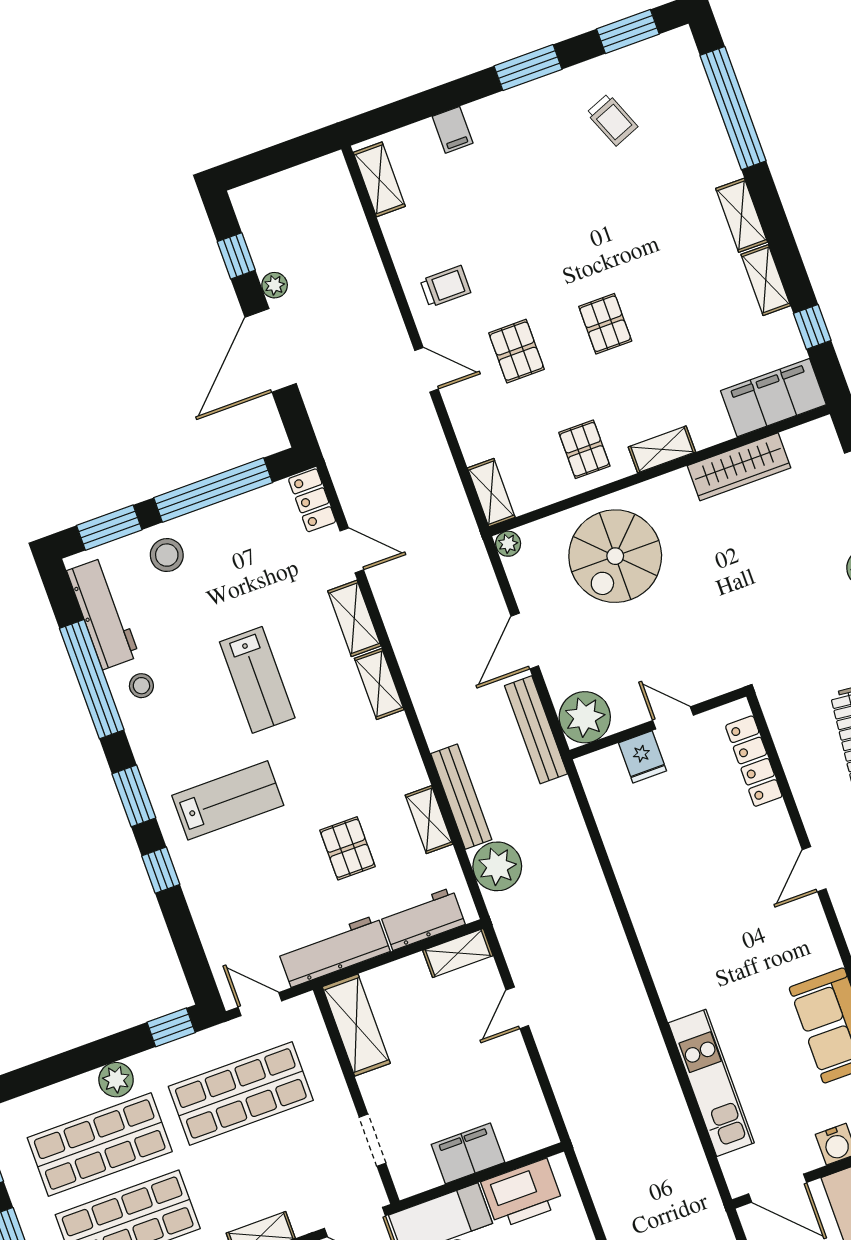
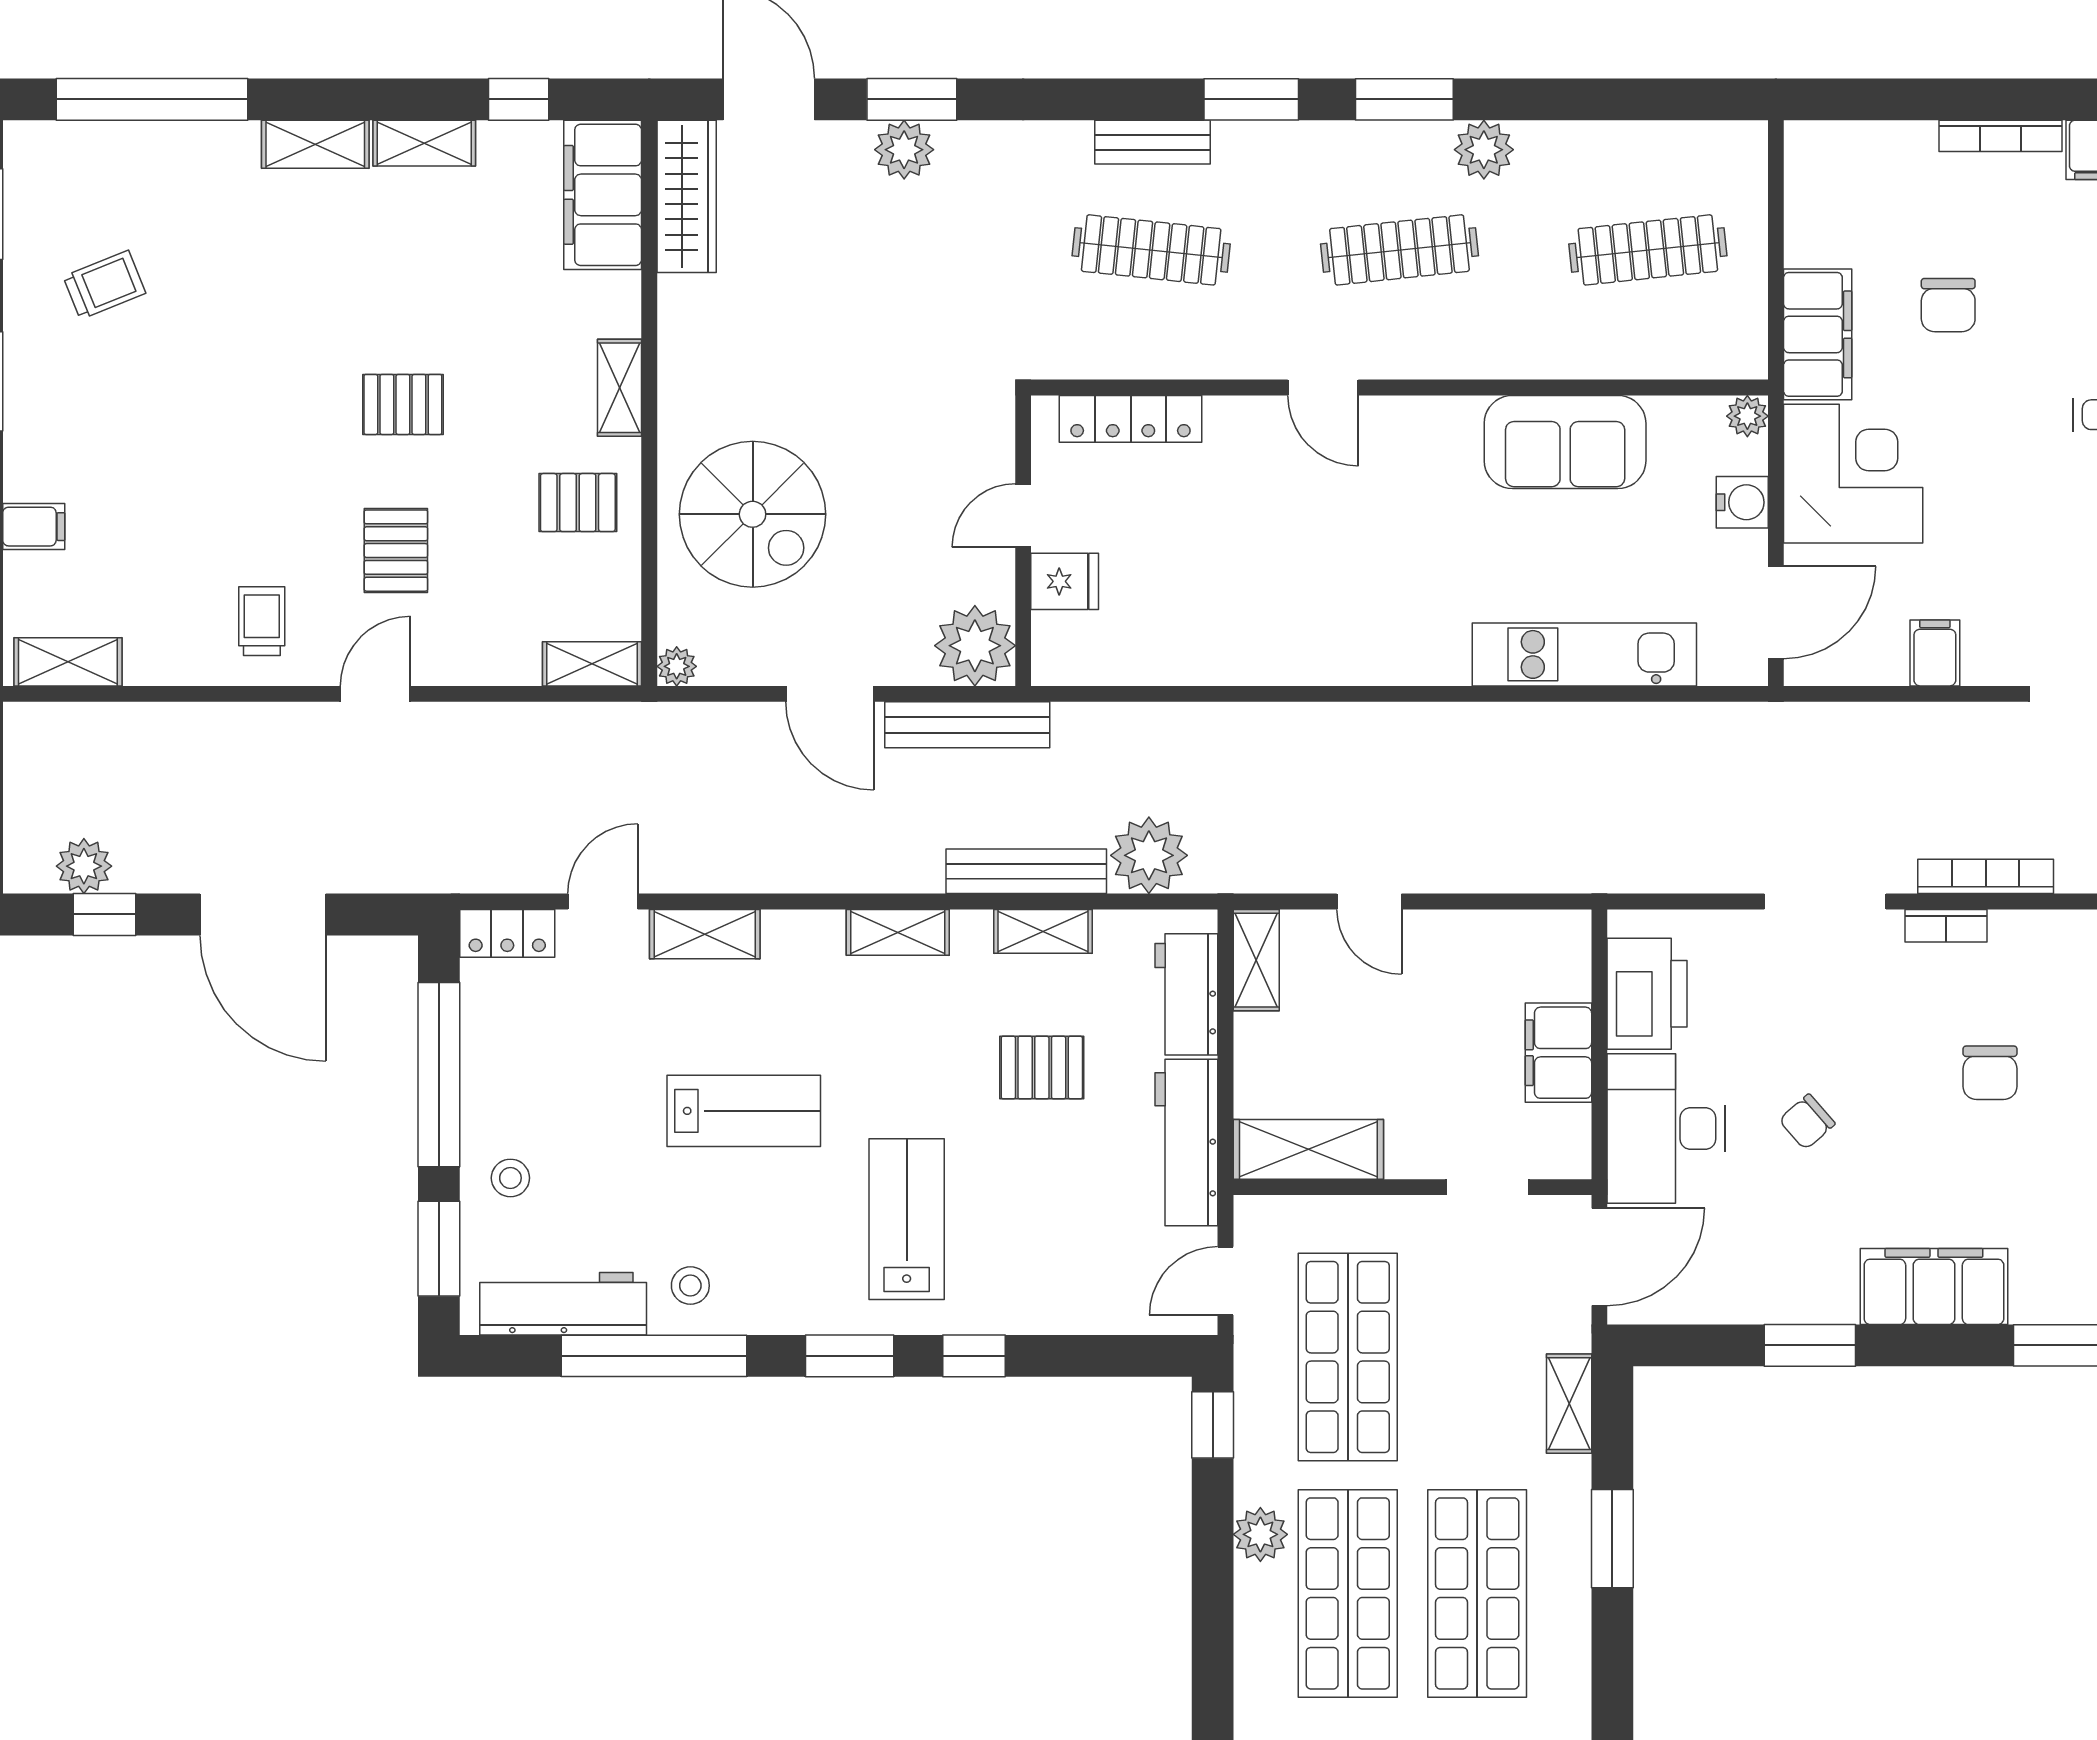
plant: (275, 285) -> (84, 866), moved, width x1.38, depth x1.38
pallet: (516, 351) -> (396, 551), turned 90
wardrobe: (739, 467) -> (687, 196), moved
stool: (167, 555) -> (510, 1178), width x0.73, depth x0.73
shelving: (379, 684) -> (898, 932), moved

